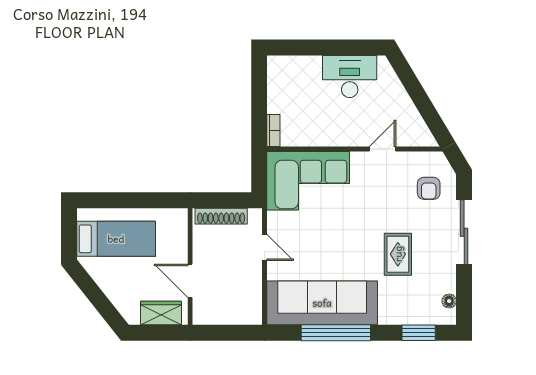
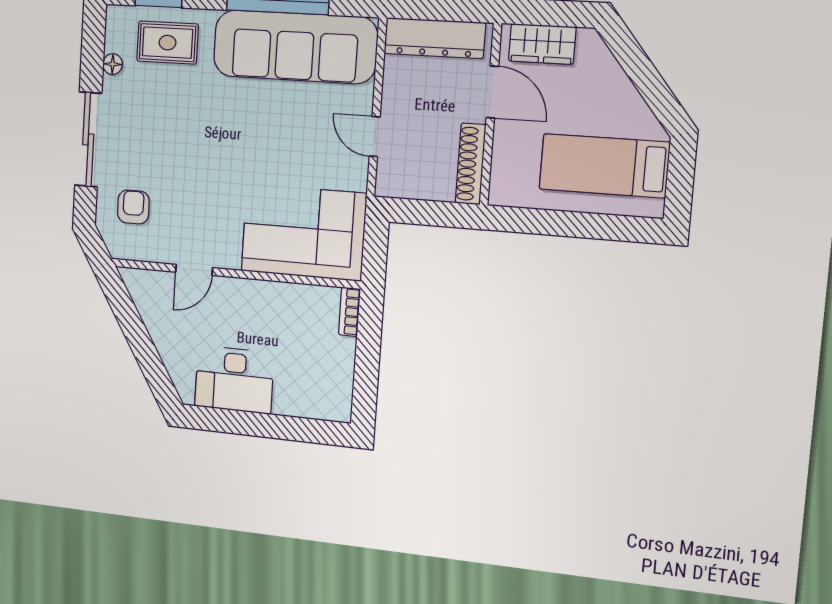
shoe rack: (221, 216) -> (471, 164), moved, turned -90
rug: (398, 254) -> (167, 43), moved, turned 90
floor lamp: (449, 301) -> (113, 64), moved
dresser: (230, 313) -> (435, 38), added

